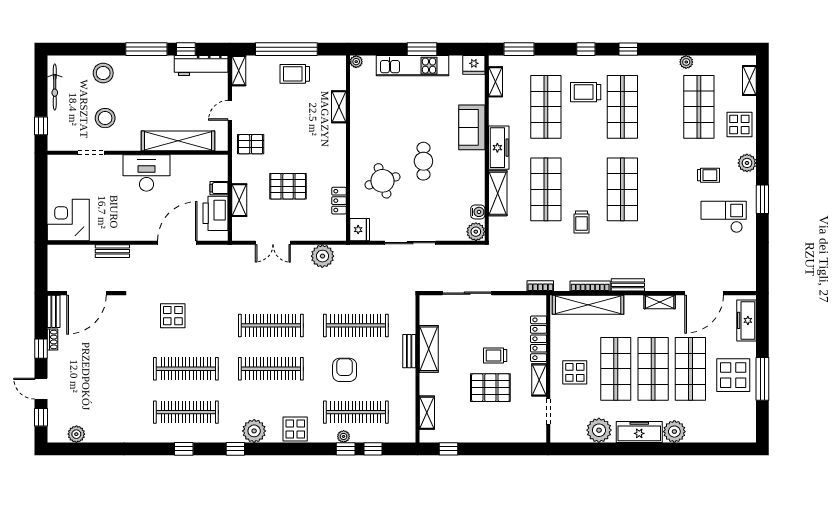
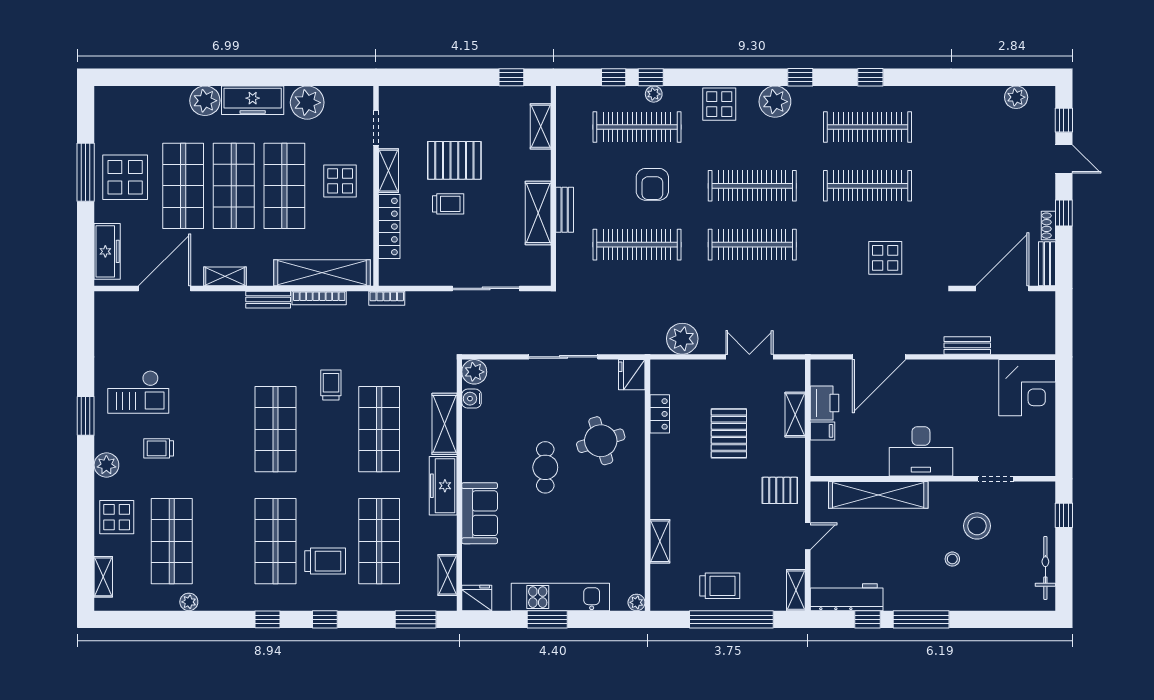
stool: (103, 73) -> (952, 559), moved, width x0.53, depth x0.53
pallet: (288, 186) -> (729, 433), turned 90
printer: (216, 213) -> (824, 403), width x0.73, depth x0.84

